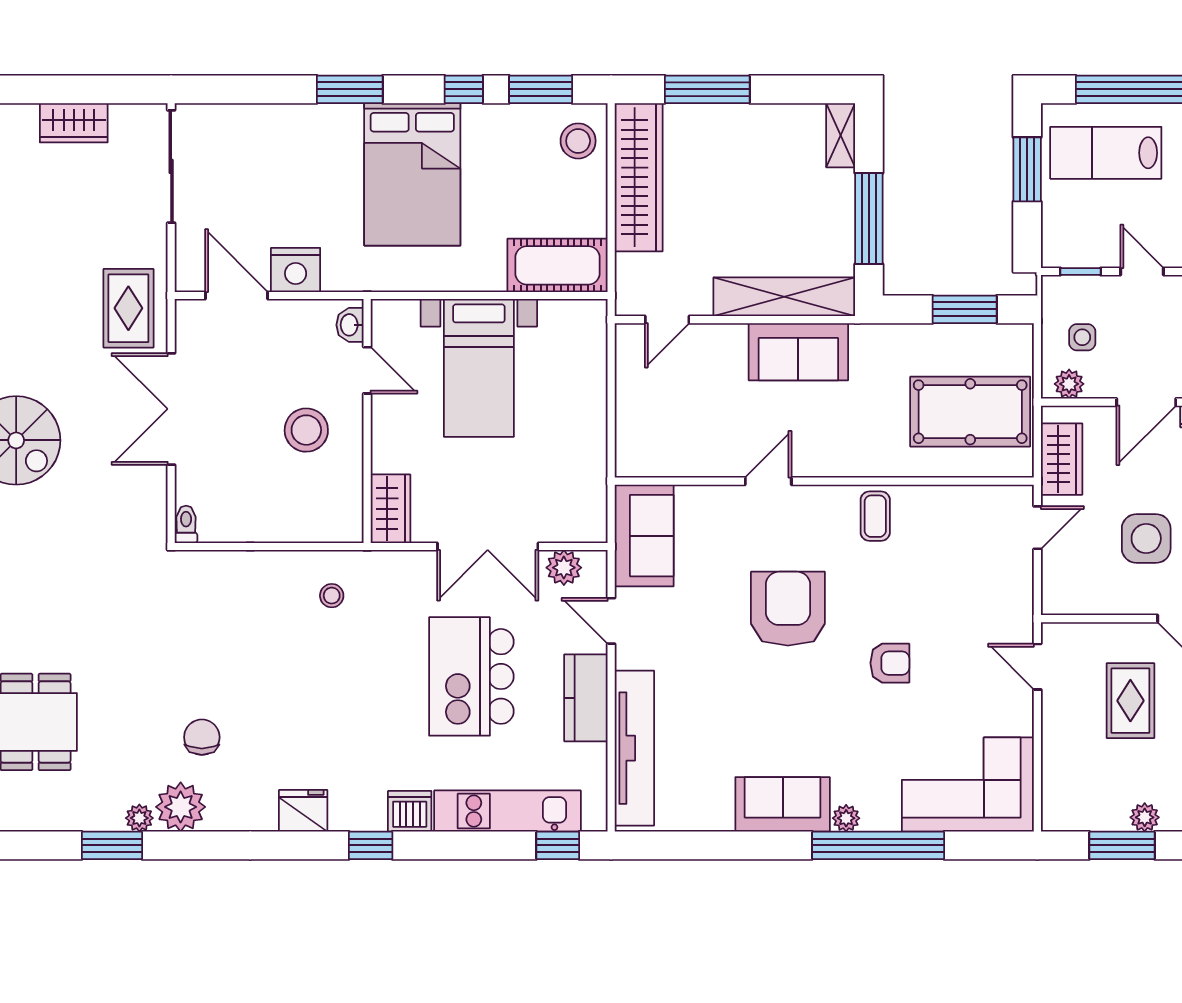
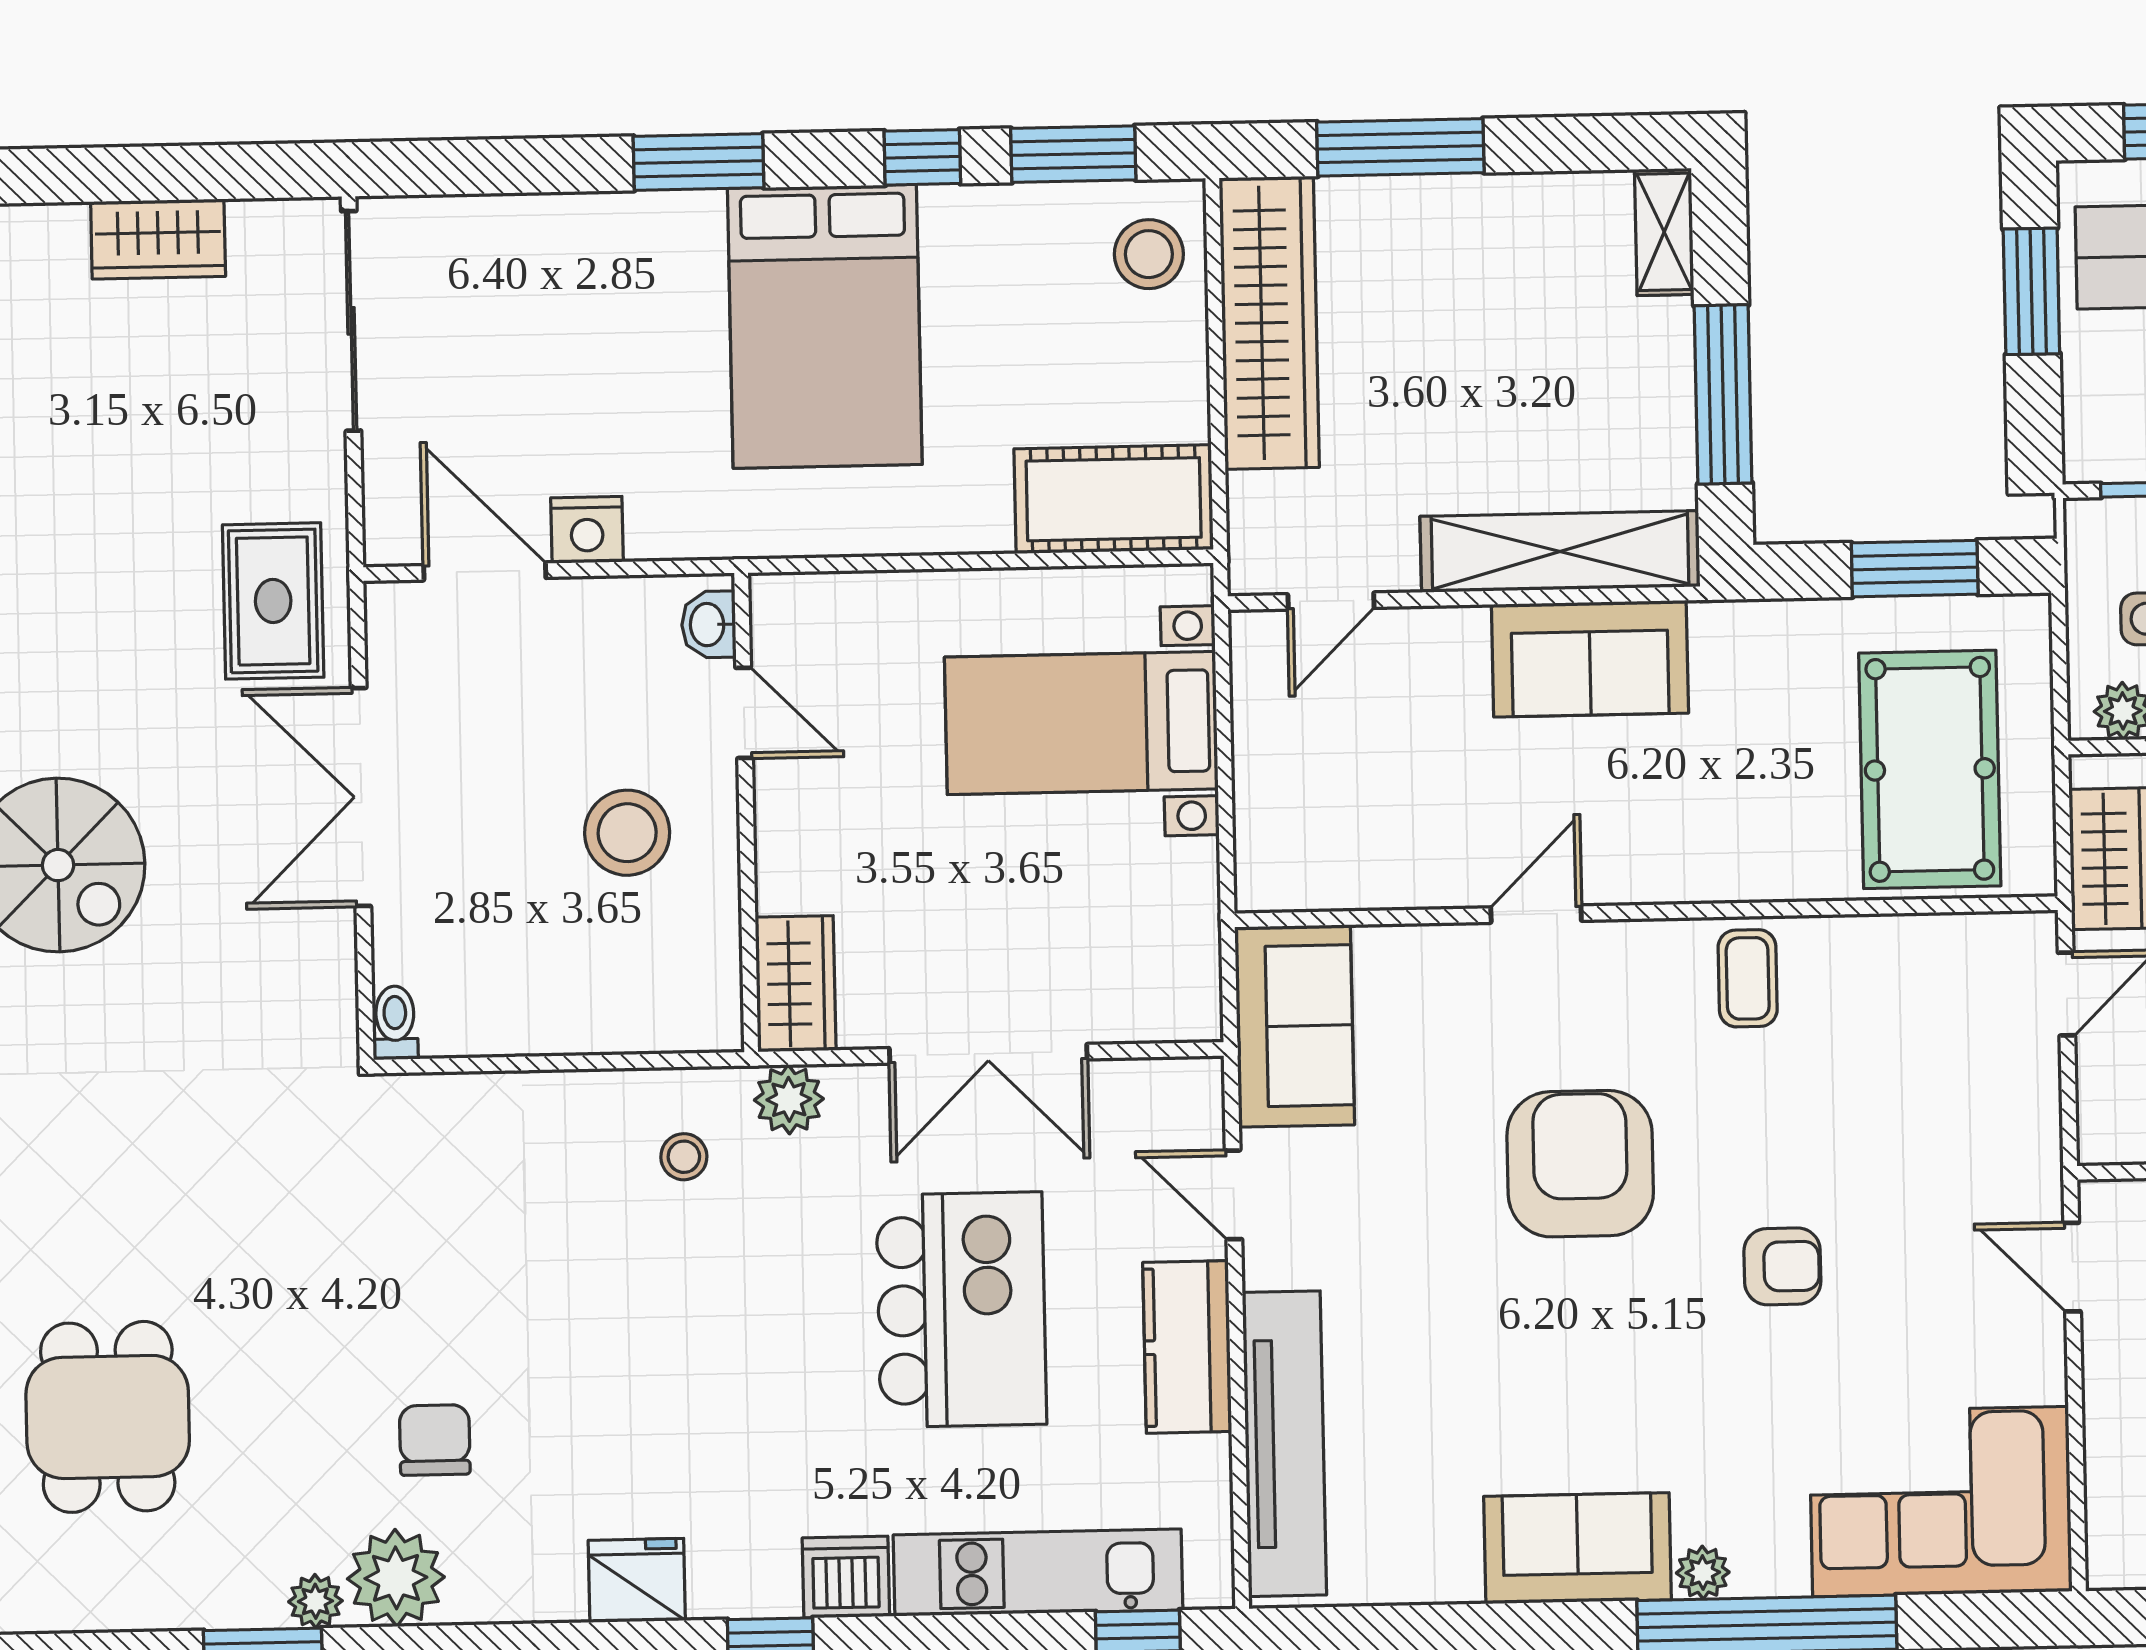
nightstand: (296, 270) -> (587, 530), width x0.74, depth x0.75
bed with nightstands: (479, 368) -> (1081, 723), moved, turned 90
pool table: (970, 412) -> (1930, 769), turned 90
plant: (564, 568) -> (789, 1099), moved
kitchen island: (471, 676) -> (961, 1310), turned 180

